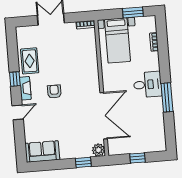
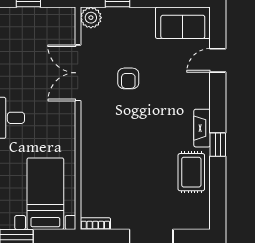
armchair: (54, 92) -> (128, 78), moved
door: (18, 112) -> (218, 60), moved
double door: (104, 116) -> (78, 73), width x0.73

